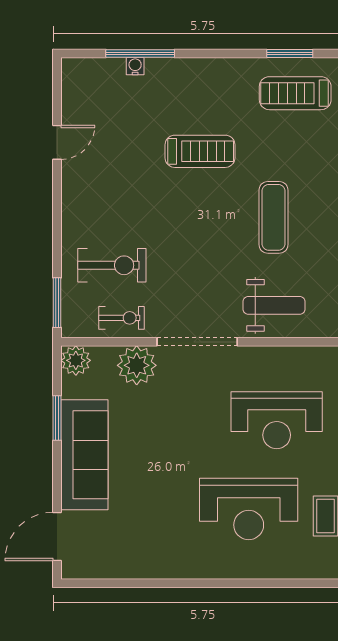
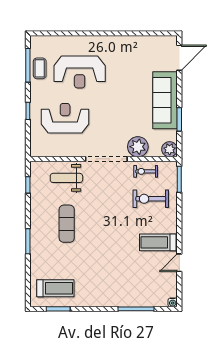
water cooler: (135, 66) -> (173, 302), moved
treadmill: (200, 151) -> (158, 242), moved
reception desk: (249, 509) -> (80, 72), turned 180

